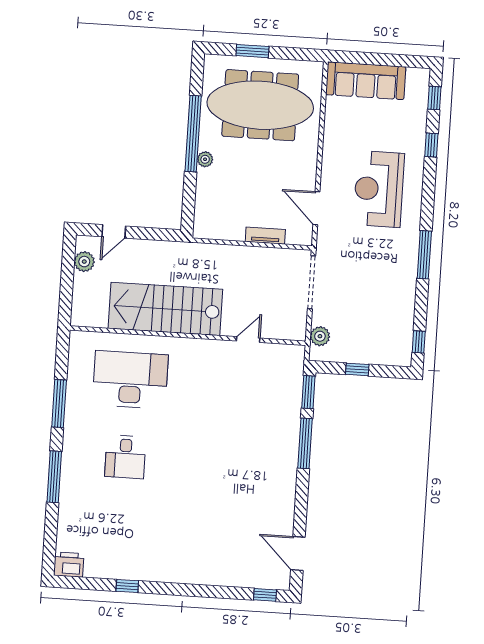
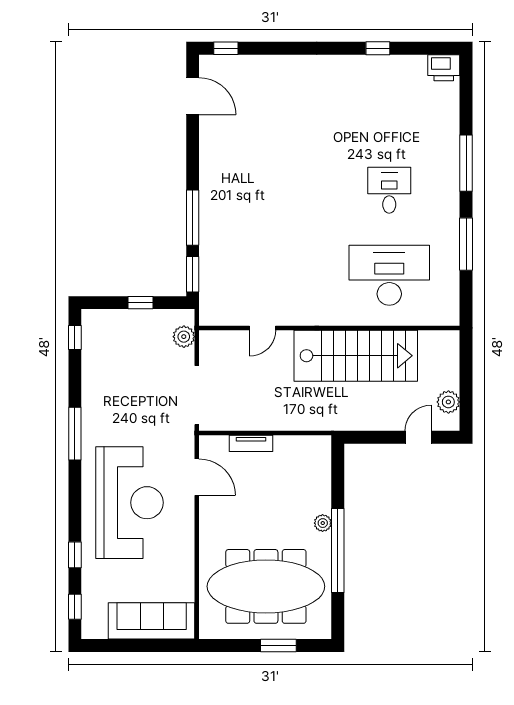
reception desk: (379, 189) -> (130, 503), width x1.36, depth x1.30
desk: (130, 380) -> (389, 275), turned 180

